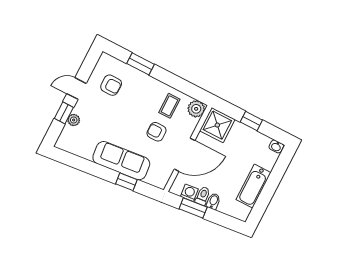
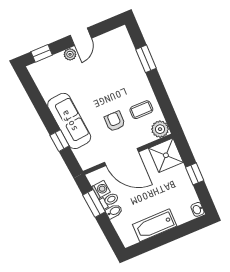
armchair: (111, 85) -> (110, 56), removed
door: (76, 89) -> (81, 37), swing flipped
window: (64, 113) -> (42, 53), moved
plant: (74, 120) -> (70, 54), moved

